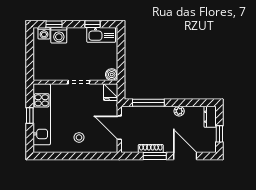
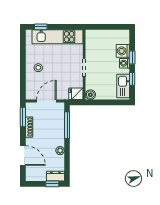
window: (54, 24) -> (132, 58), moved
washing machine: (44, 33) -> (125, 63), moved
window: (30, 116) -> (41, 27), moved
window: (219, 134) -> (52, 184), moved
window: (155, 156) -> (23, 117), moved
door: (185, 156) -> (23, 156), hinge flipped

